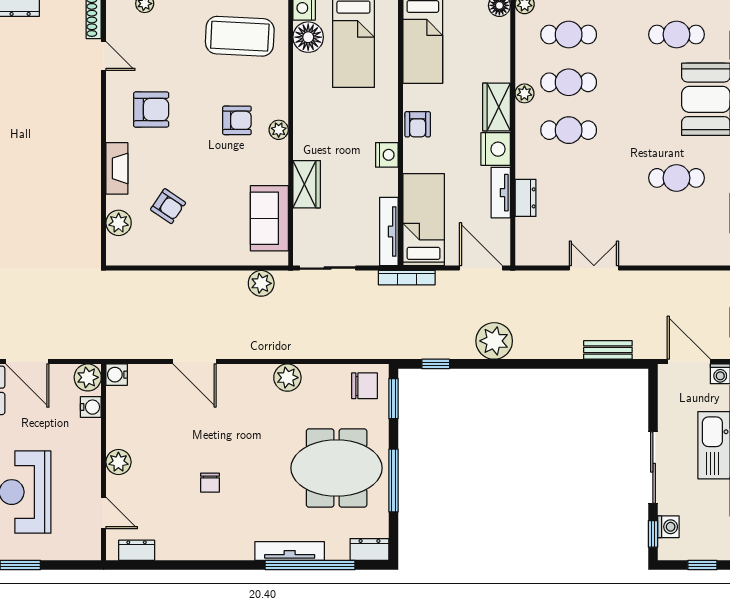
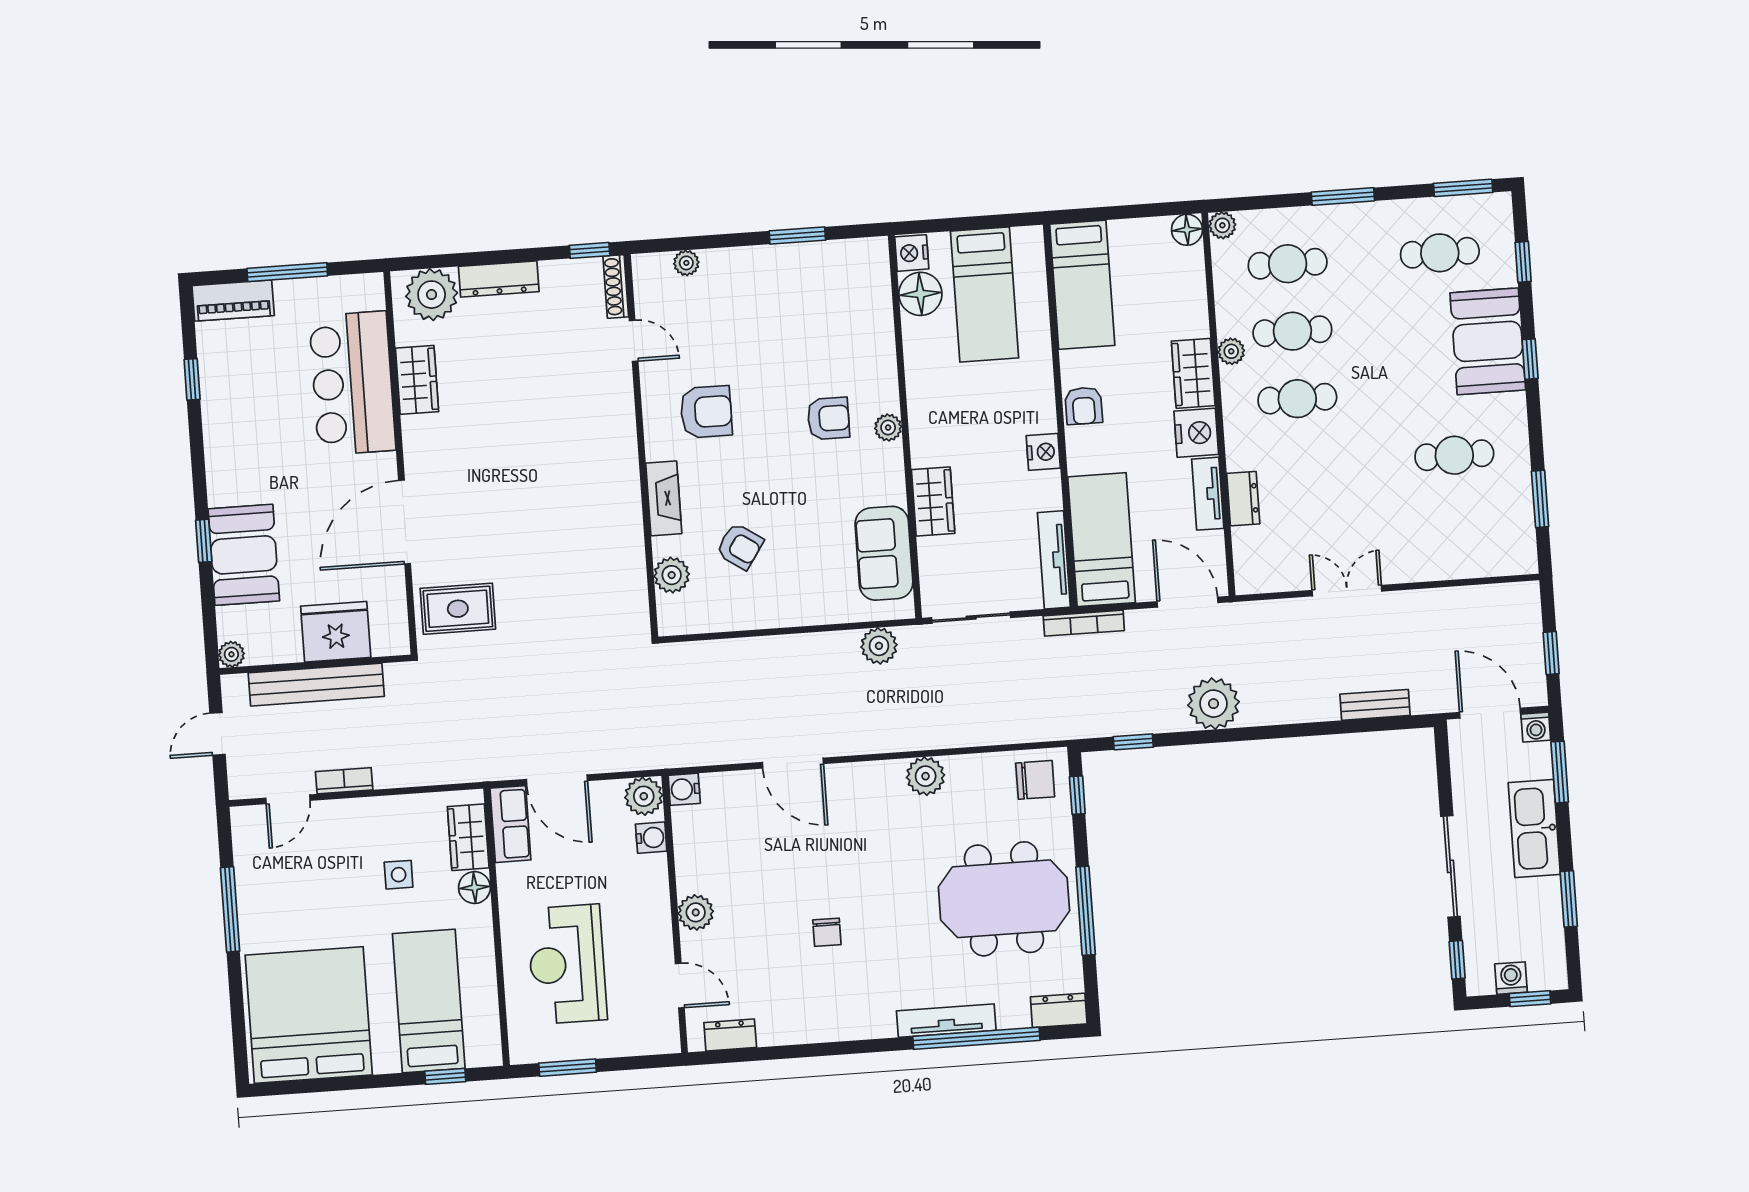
coffee table: (240, 36) -> (824, 299), removed
window: (393, 399) -> (1077, 795), width x0.67
washing machine: (668, 527) -> (1511, 978), moved, turned -90

